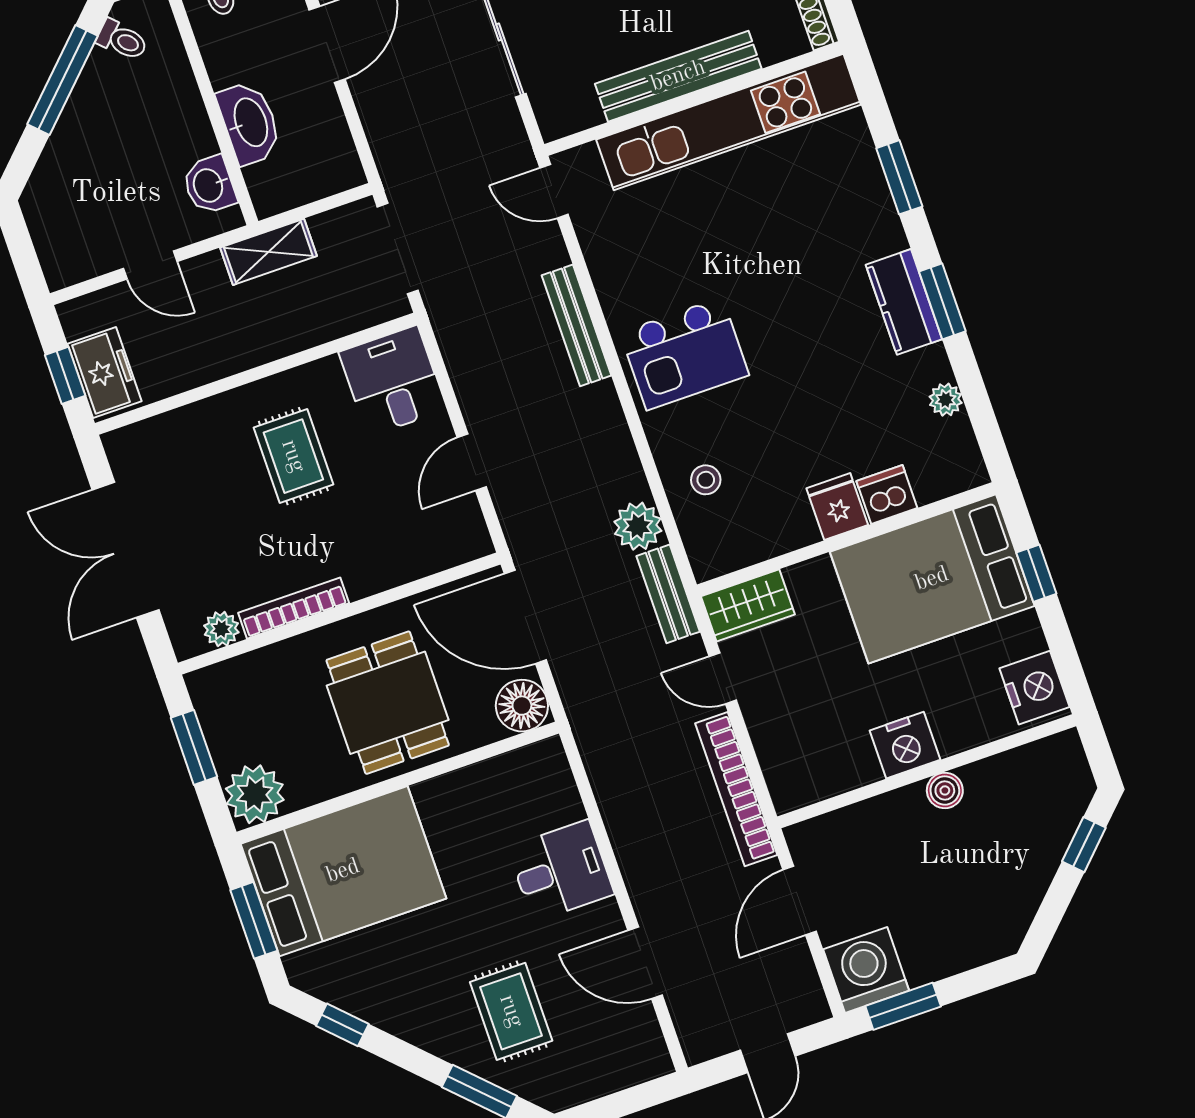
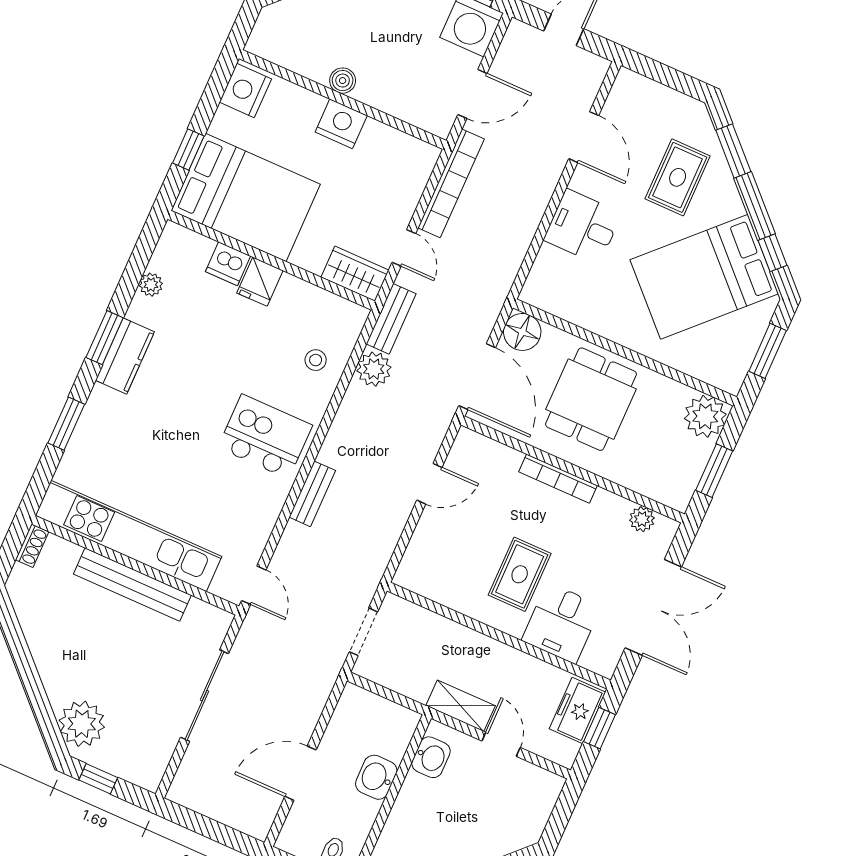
washbasin: (250, 123) -> (376, 777), width x0.72
doorway: (398, 248) -> (363, 632), width x0.73
shelving: (268, 252) -> (460, 706), moved
bench: (576, 325) -> (312, 494), width x0.73
desk: (393, 381) -> (561, 623), moved
bookcase: (294, 608) -> (558, 479), moved
bed: (343, 871) -> (704, 277), moved, turned -45

